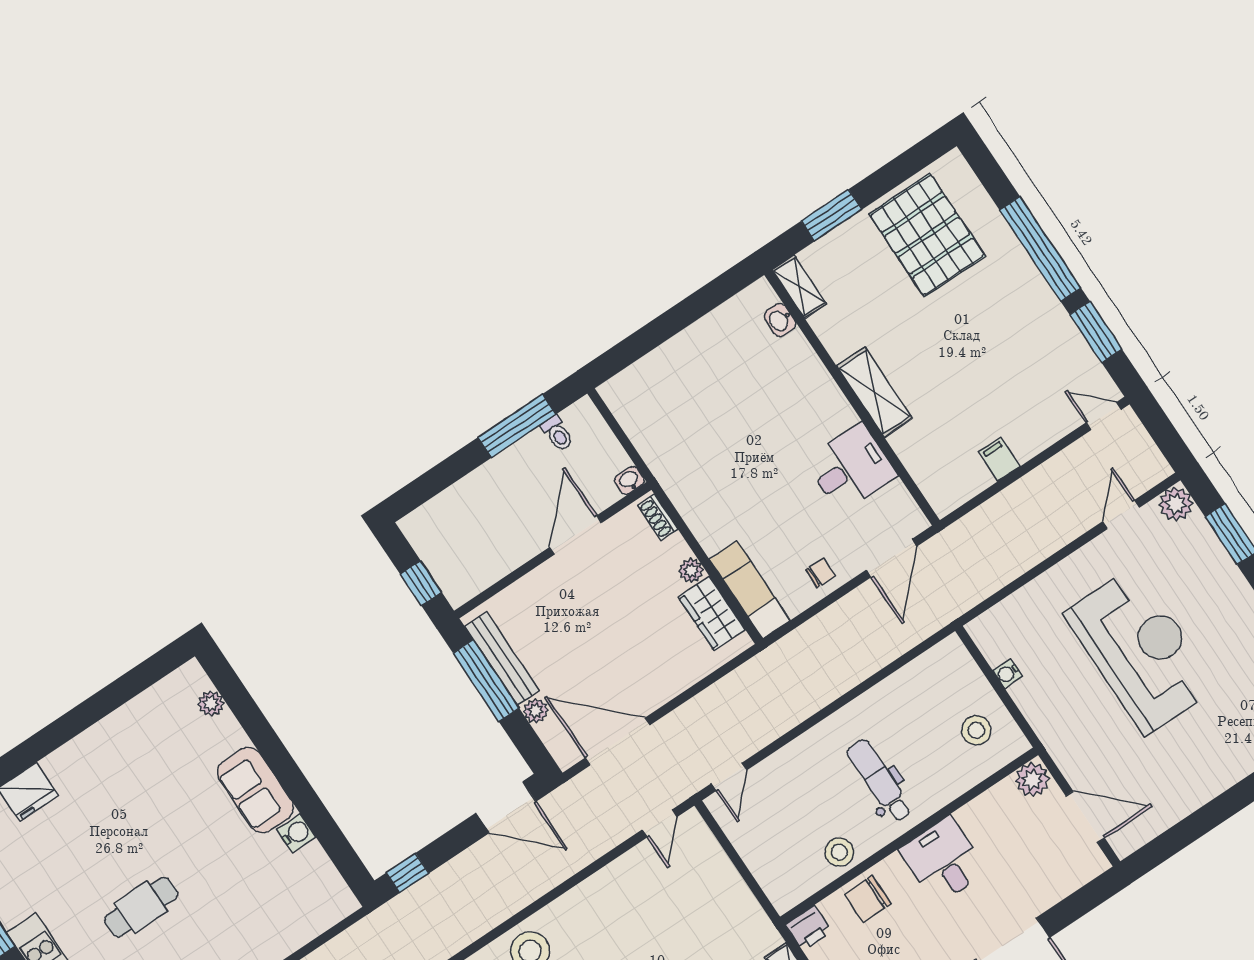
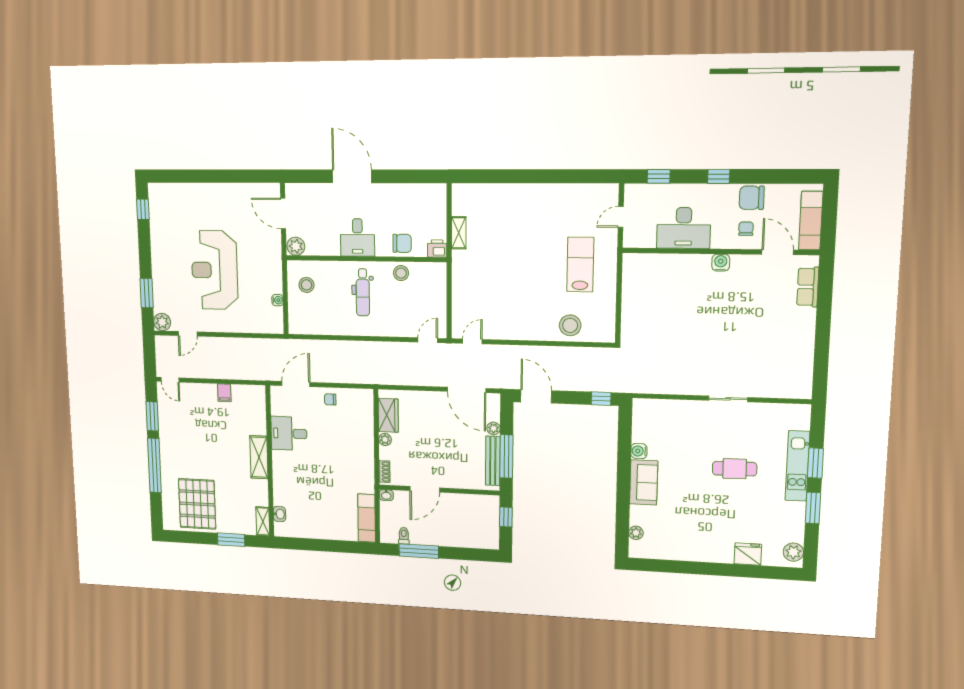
exam couch: (750, 590) -> (367, 518), moved

